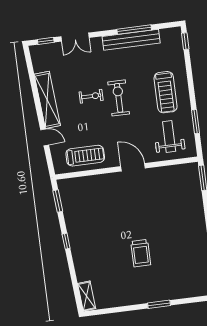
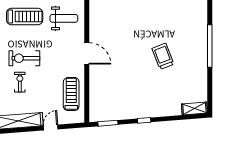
weight bench: (169, 136) -> (64, 18), turned 180
door: (133, 167) -> (87, 53), swing flipped
trolley: (141, 253) -> (163, 56), turned -111
window: (159, 304) -> (210, 46), width x2.11

